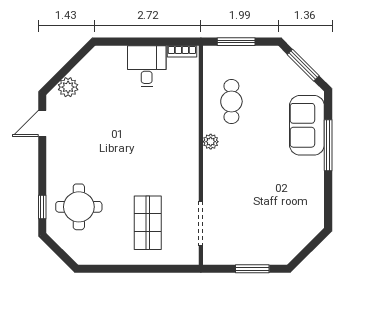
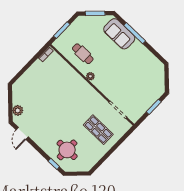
desk: (147, 66) -> (39, 73), removed

